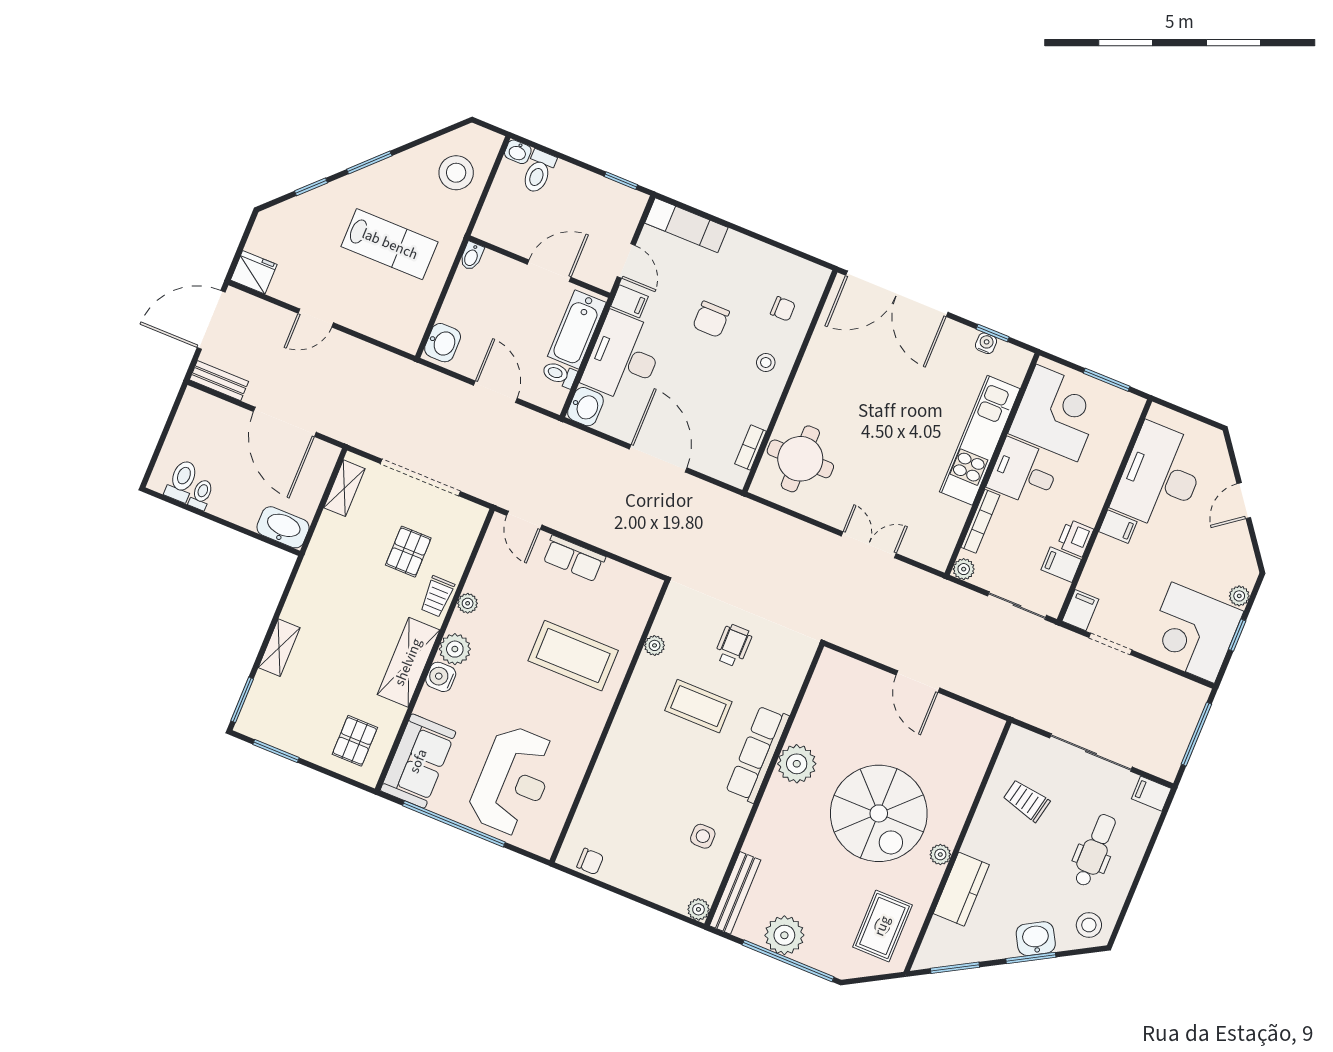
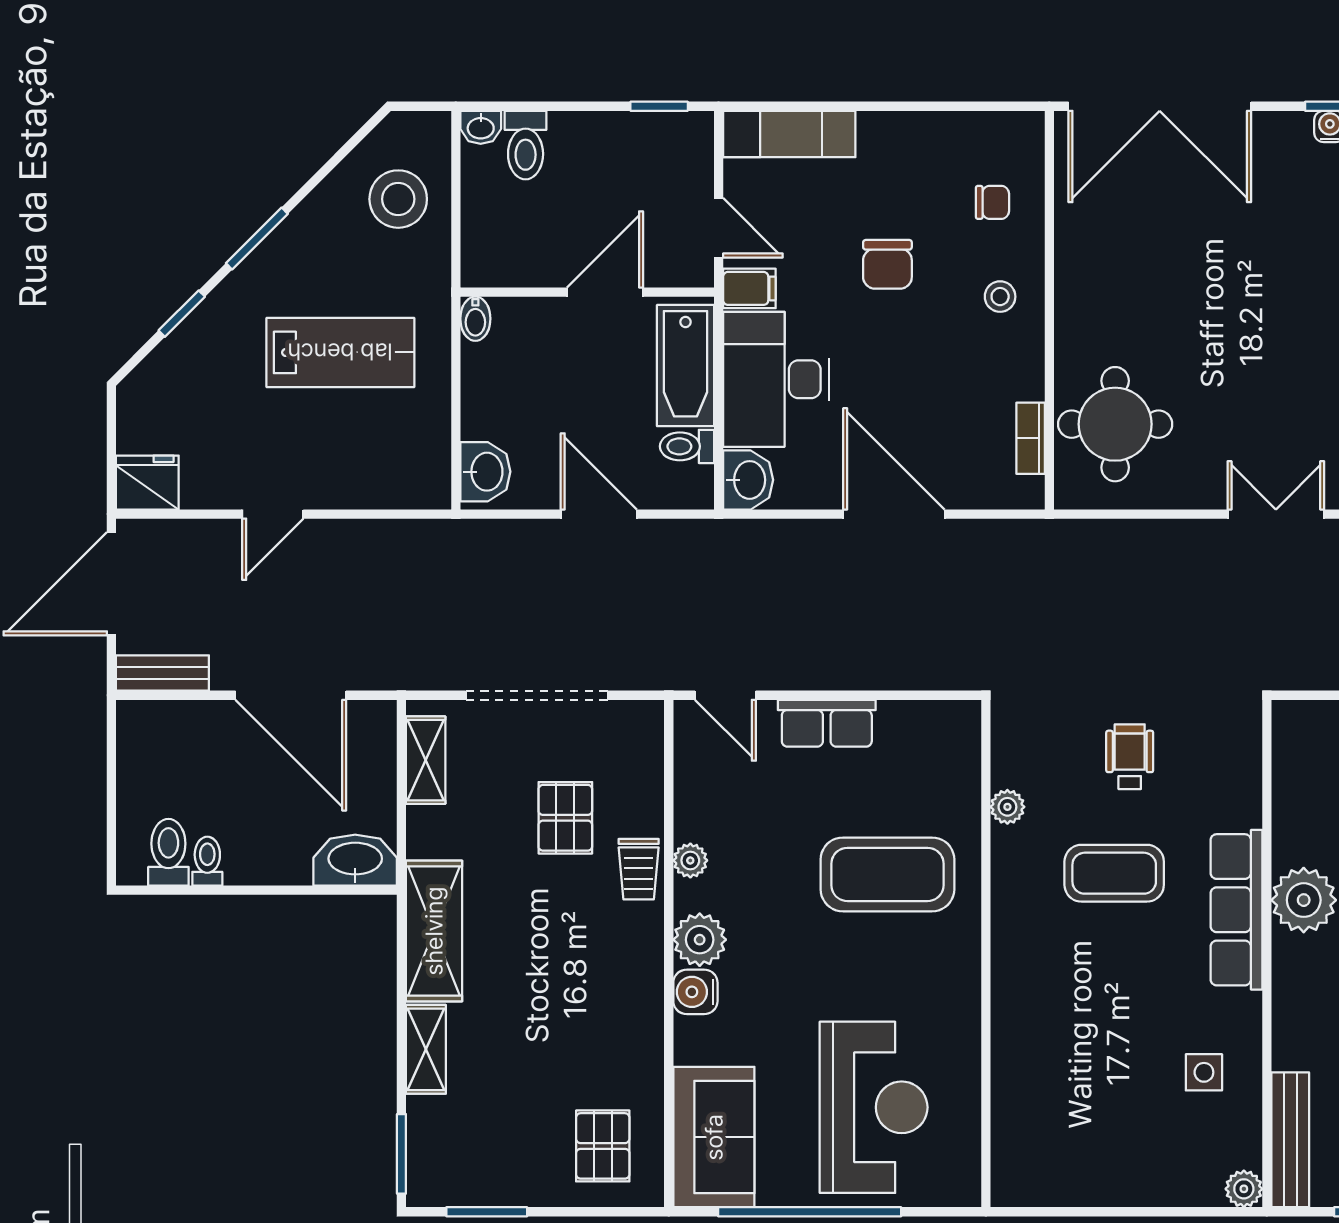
shelving: (408, 662) -> (434, 931), moved
chair: (590, 861) -> (1045, 1183), removed

